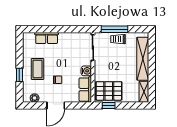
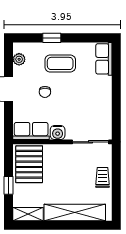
window: (114, 29) -> (116, 172), removed
row of seats: (47, 38) -> (104, 59), moved
window: (109, 105) -> (9, 185), moved

